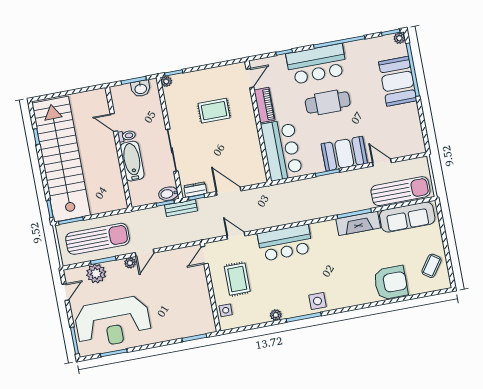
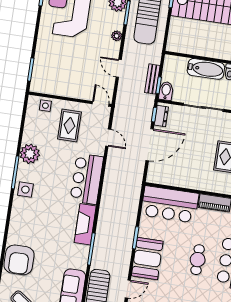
cafe table: (328, 102) -> (198, 260), width x0.73, depth x0.74
door: (229, 191) -> (150, 145), width x1.36
bench: (181, 208) -> (152, 79), moved
fireplace: (358, 223) -> (85, 224), moved
door: (236, 236) -> (108, 138), hinge flipped
door: (145, 253) -> (119, 68), moved
rug: (237, 279) -> (69, 125), turned 90
plant: (276, 315) -> (30, 154), width x1.88, depth x1.88

